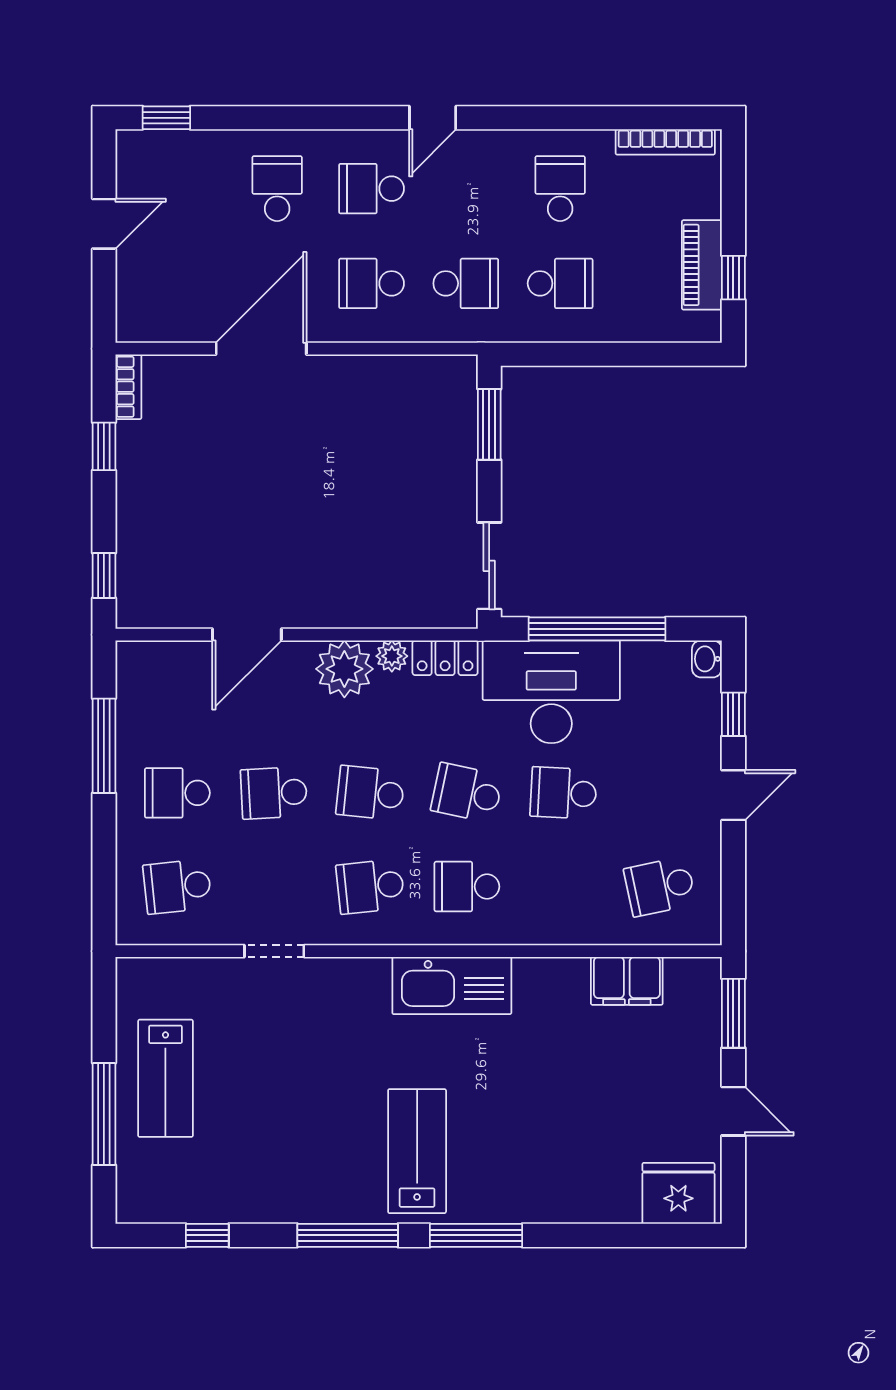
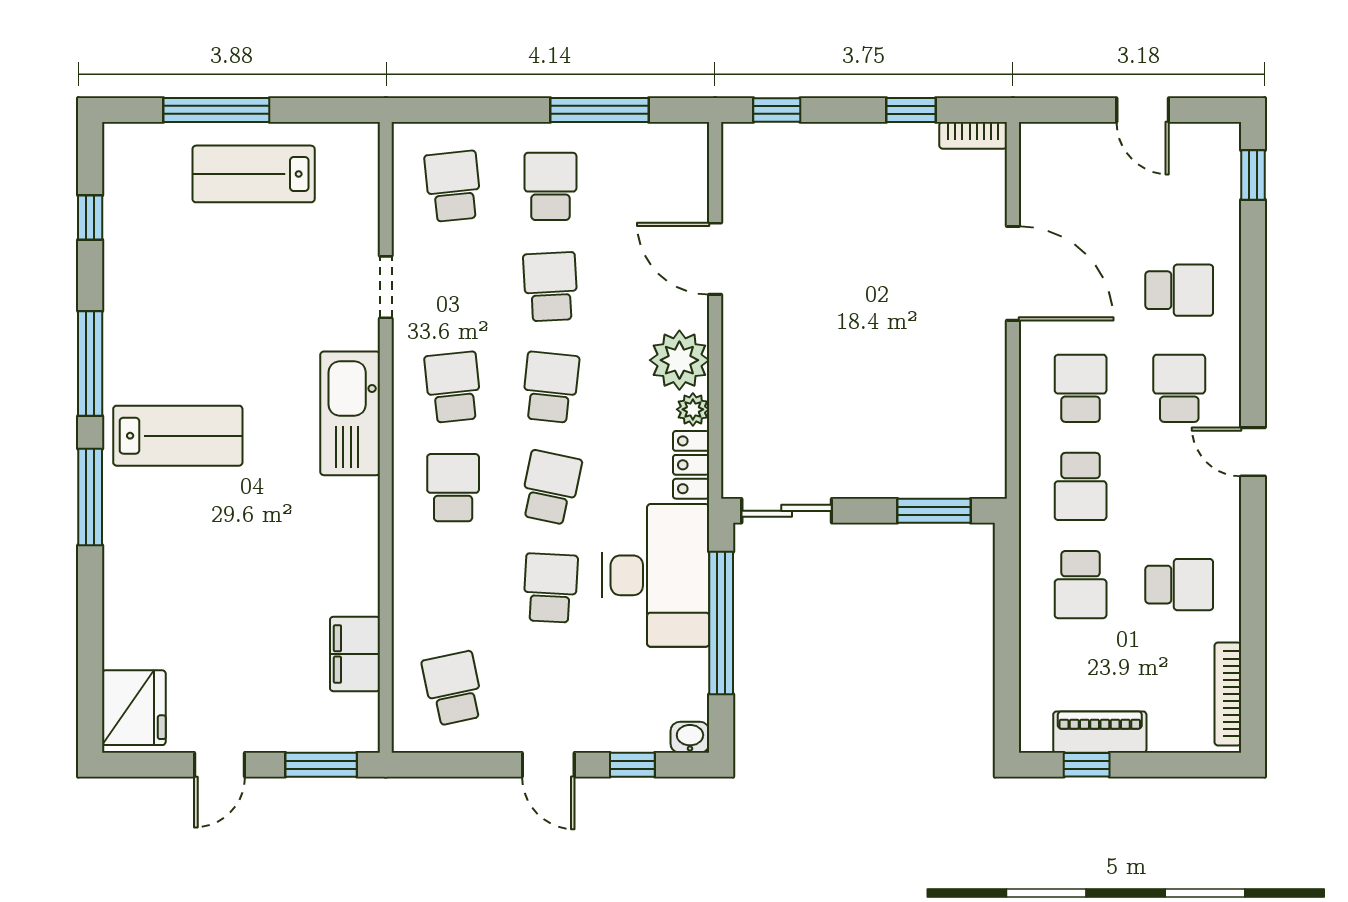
kitchen sink: (452, 986) -> (350, 413), moved

